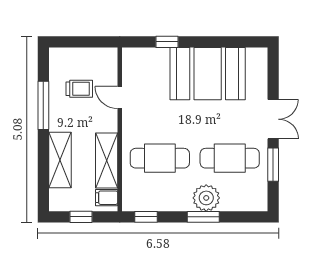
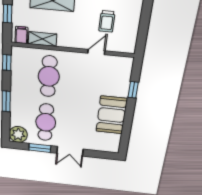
booth: (208, 74) -> (111, 115), width x0.73, depth x0.70
shelving: (107, 160) -> (43, 39), width x0.67, depth x0.75
plant: (206, 198) -> (18, 134), moved

